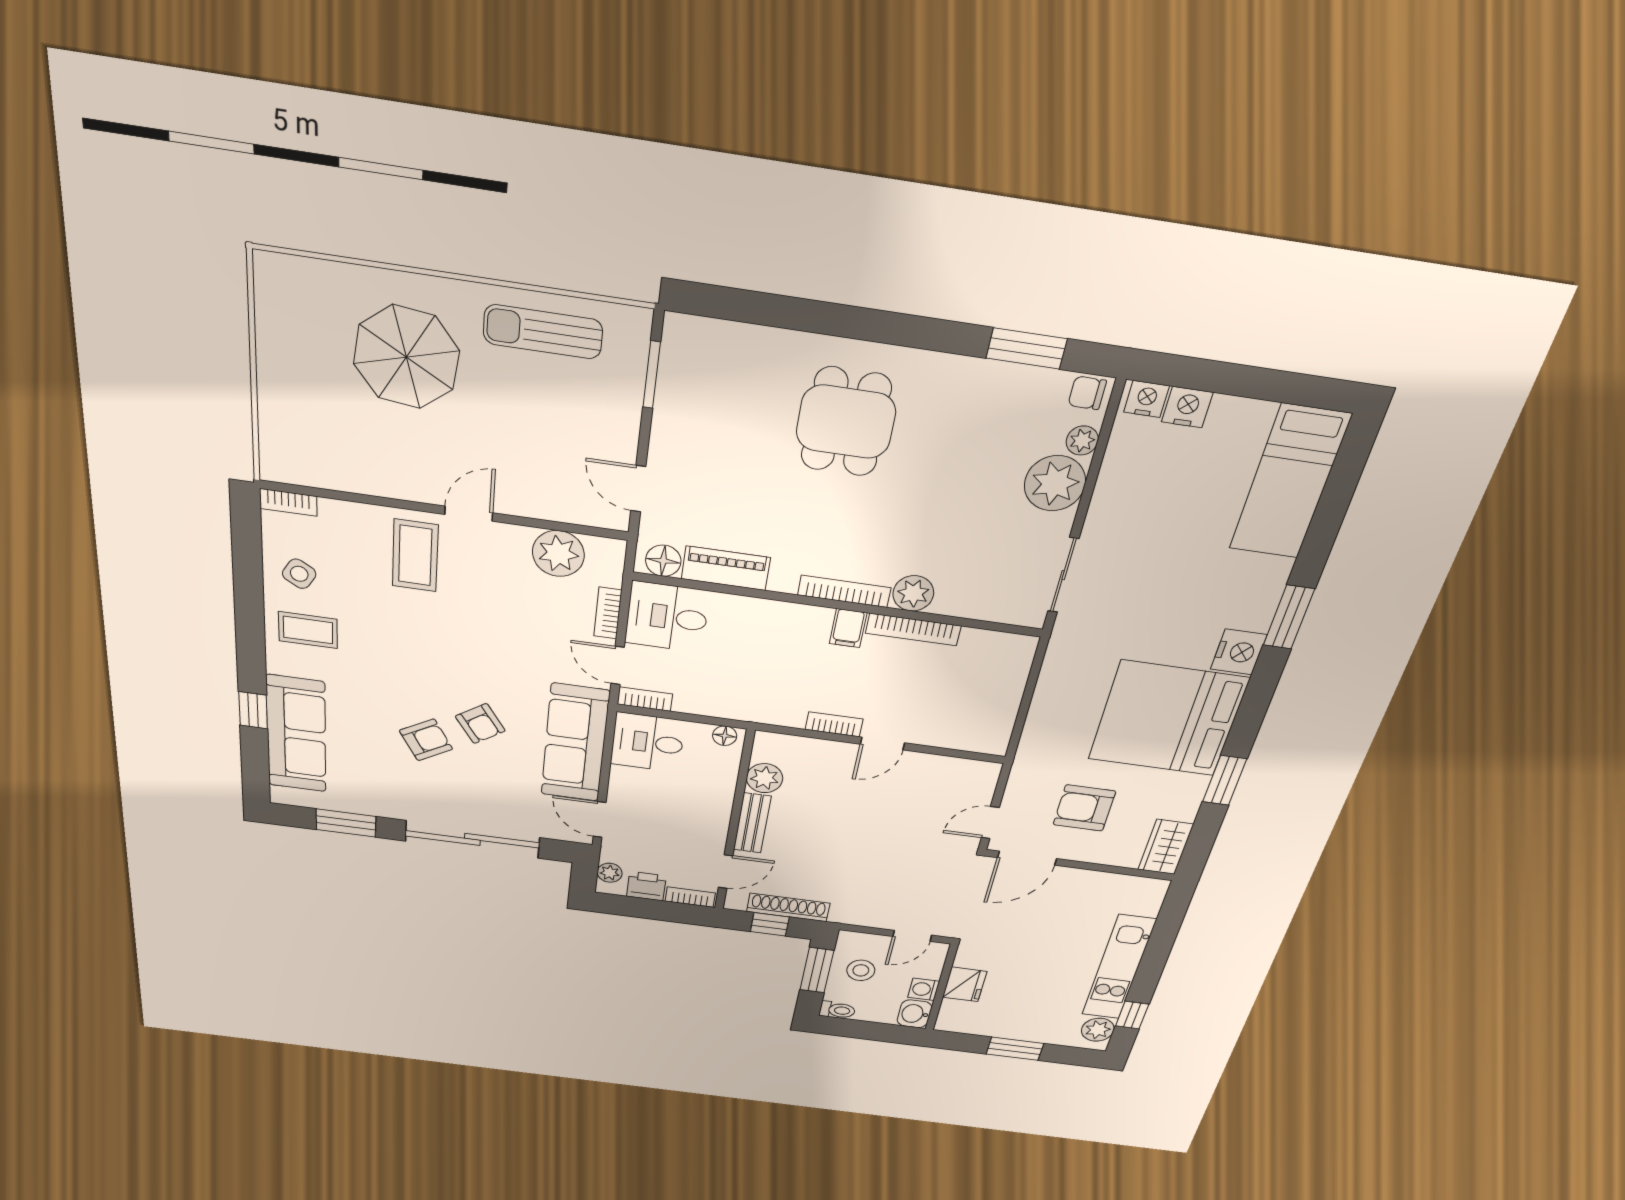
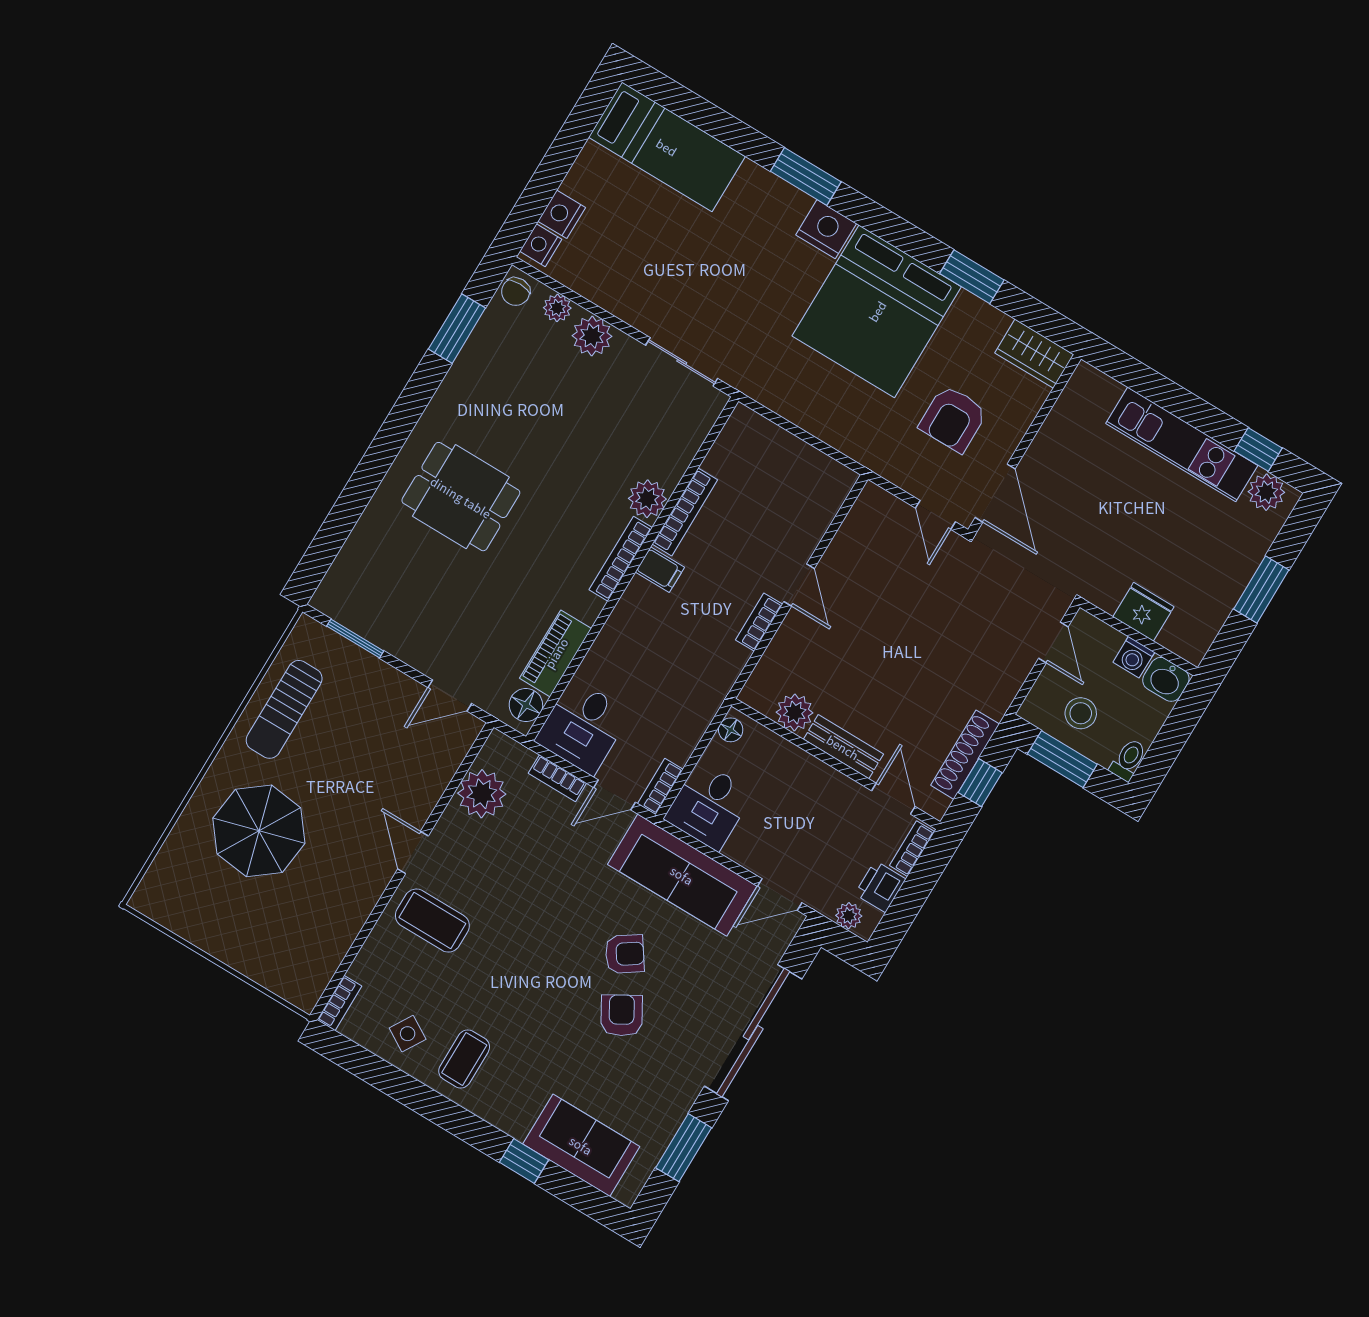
plant: (1055, 483) -> (592, 336), width x0.73, depth x0.73
sofa: (296, 734) -> (581, 1145), width x0.73

